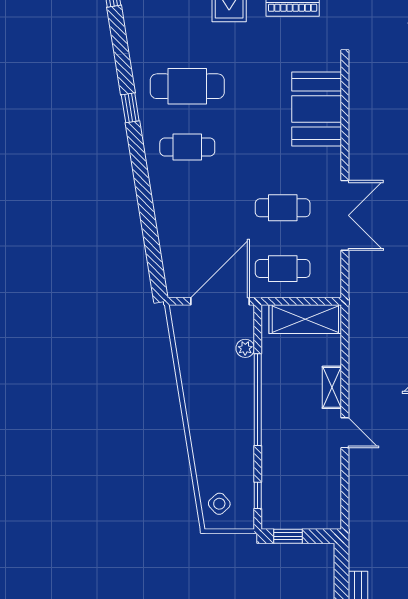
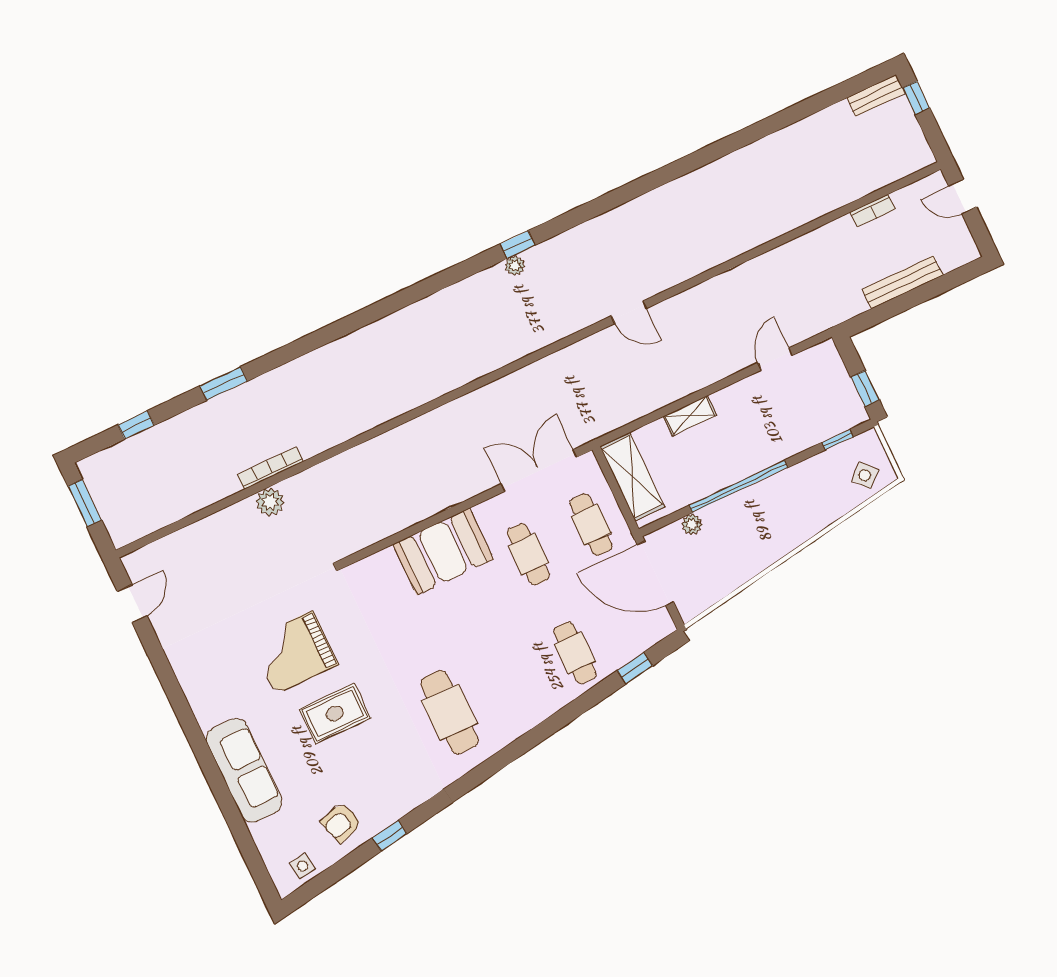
window: (130, 108) -> (635, 668), moved
booth: (317, 109) -> (443, 552), moved
cafe table: (187, 147) -> (575, 653), moved
double door: (345, 215) -> (539, 471), moved
door: (345, 433) -> (775, 359), moved

